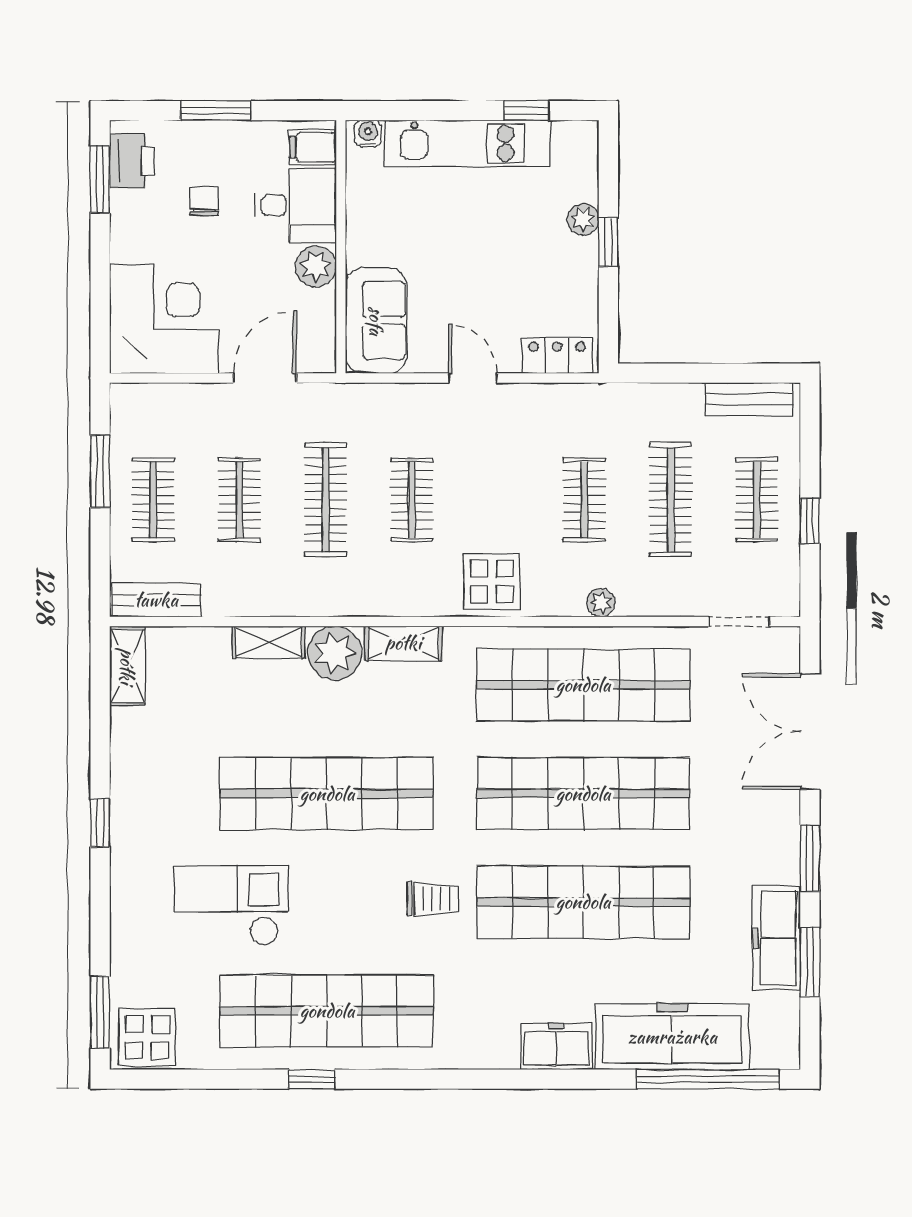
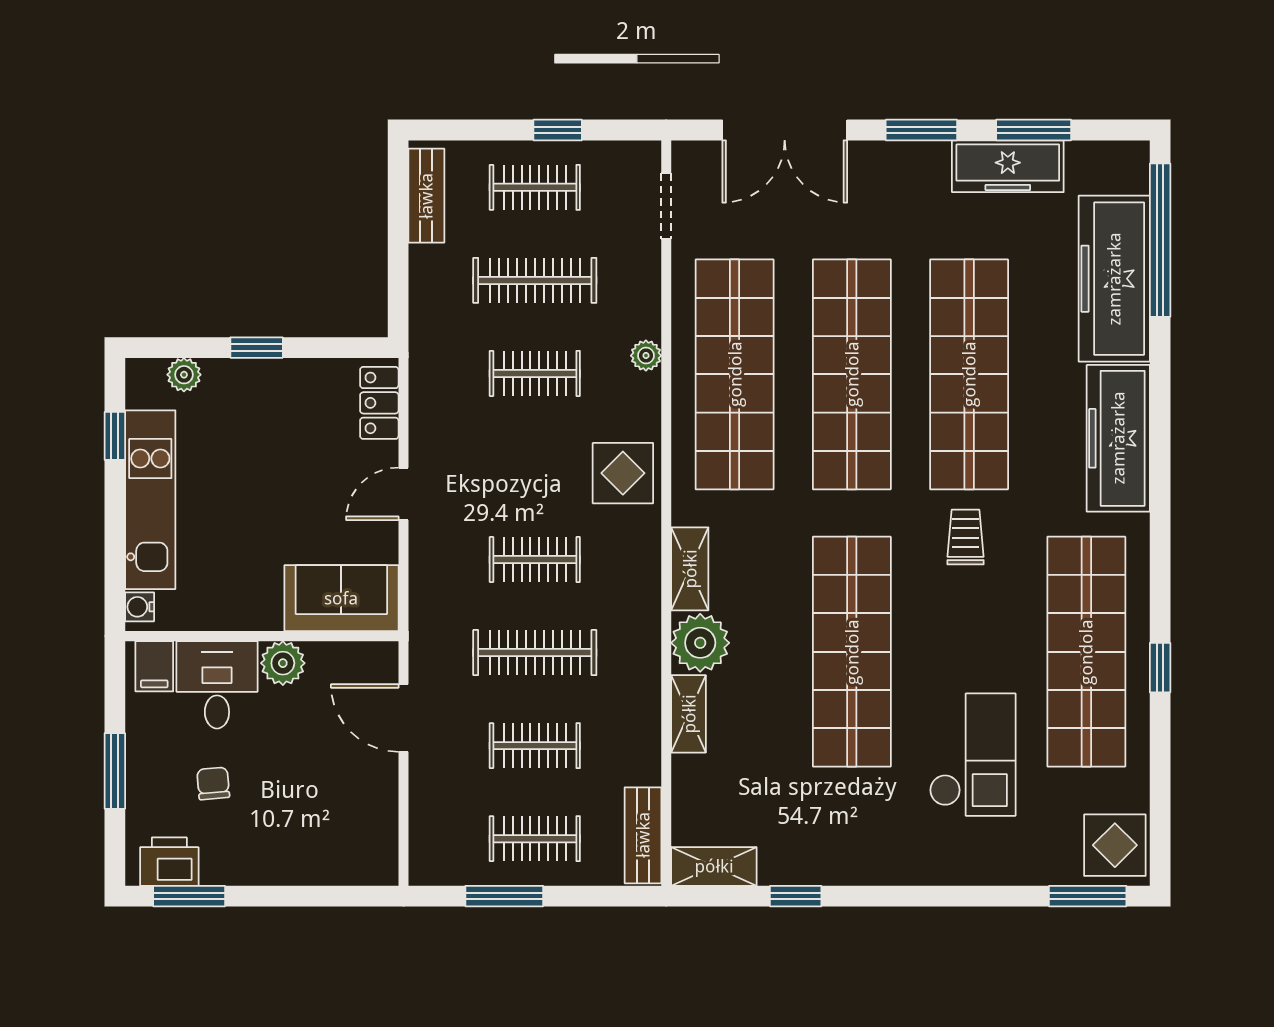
chair: (204, 202) -> (213, 783), turned 85
plant: (583, 219) -> (184, 375), moved
corner desk: (164, 319) -> (339, 827), removed
window: (100, 823) -> (796, 896), moved
checkout: (231, 905) -> (973, 755), turned 180
freezer: (557, 1047) -> (1118, 438), width x1.91, depth x1.26

